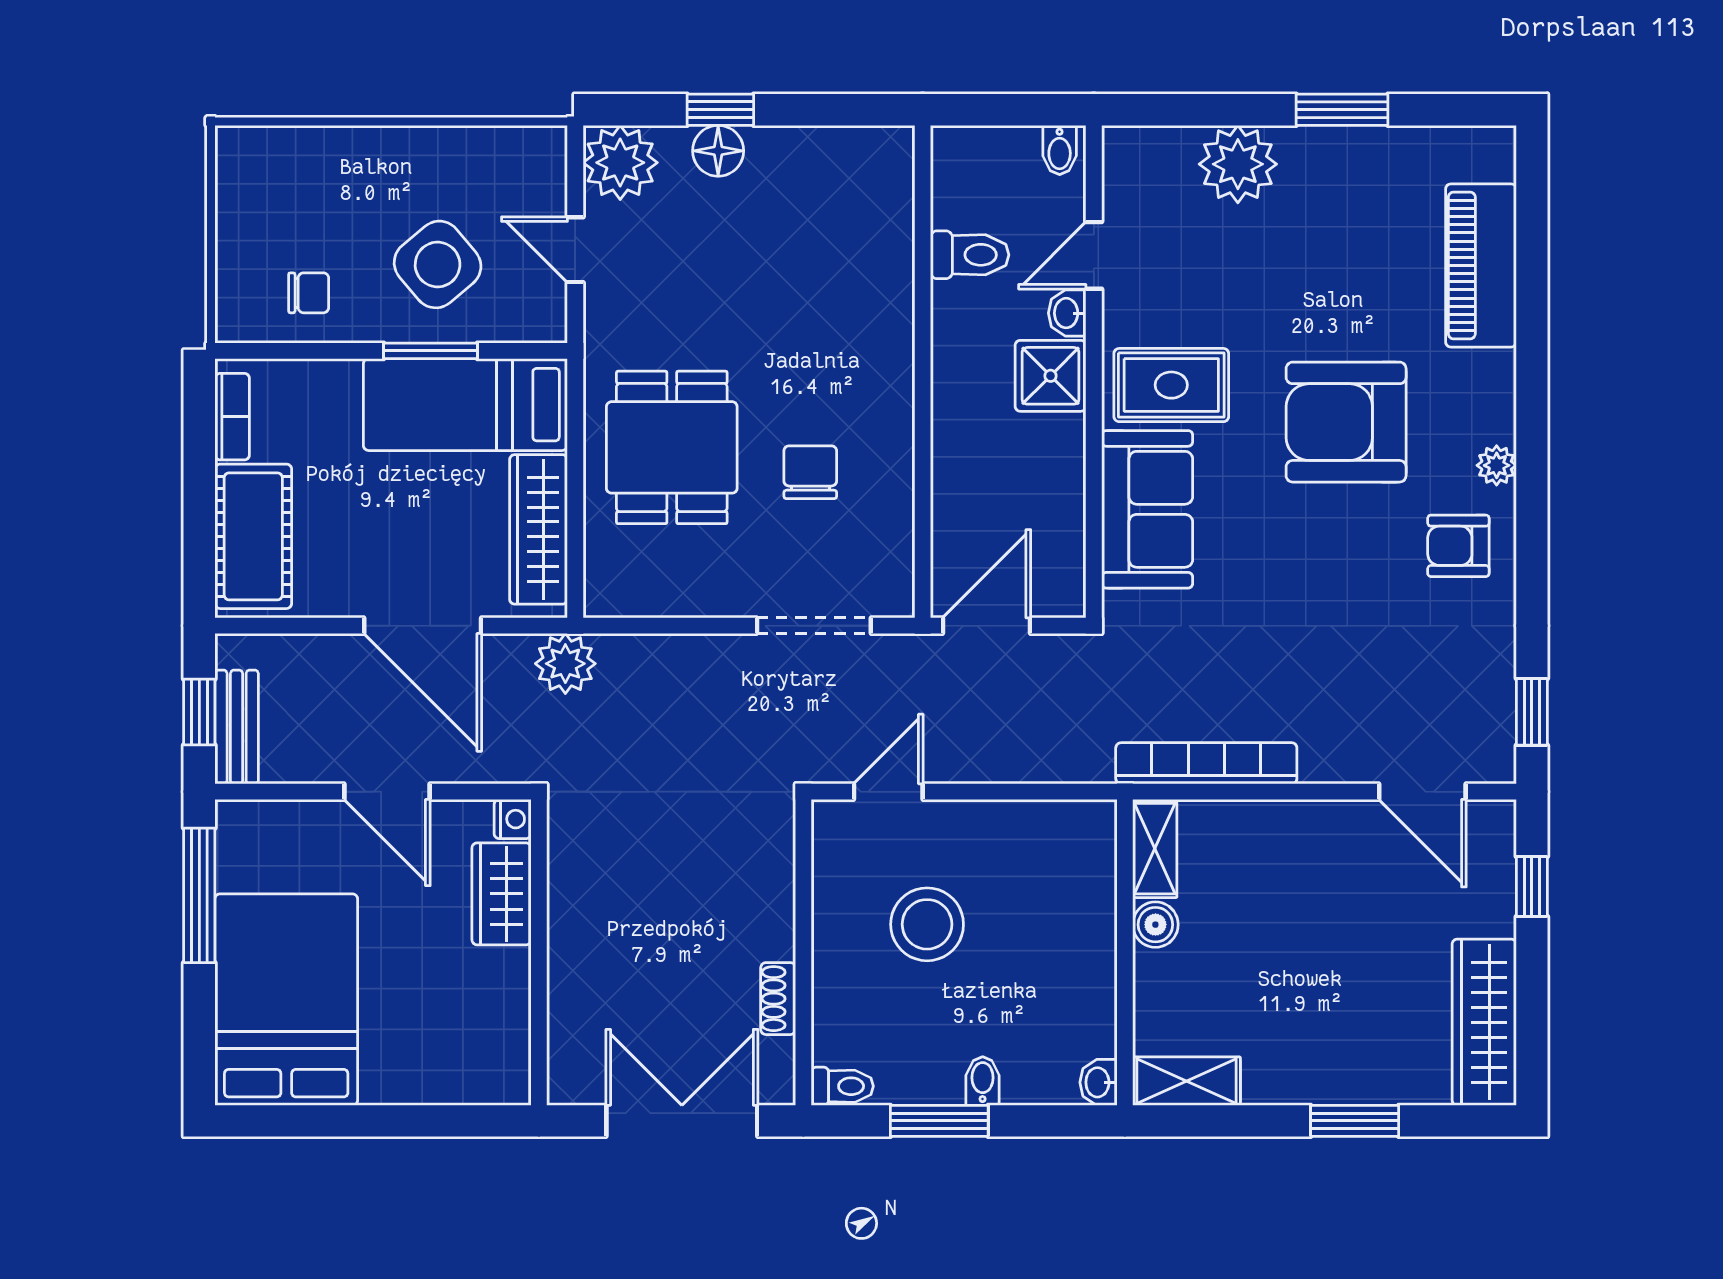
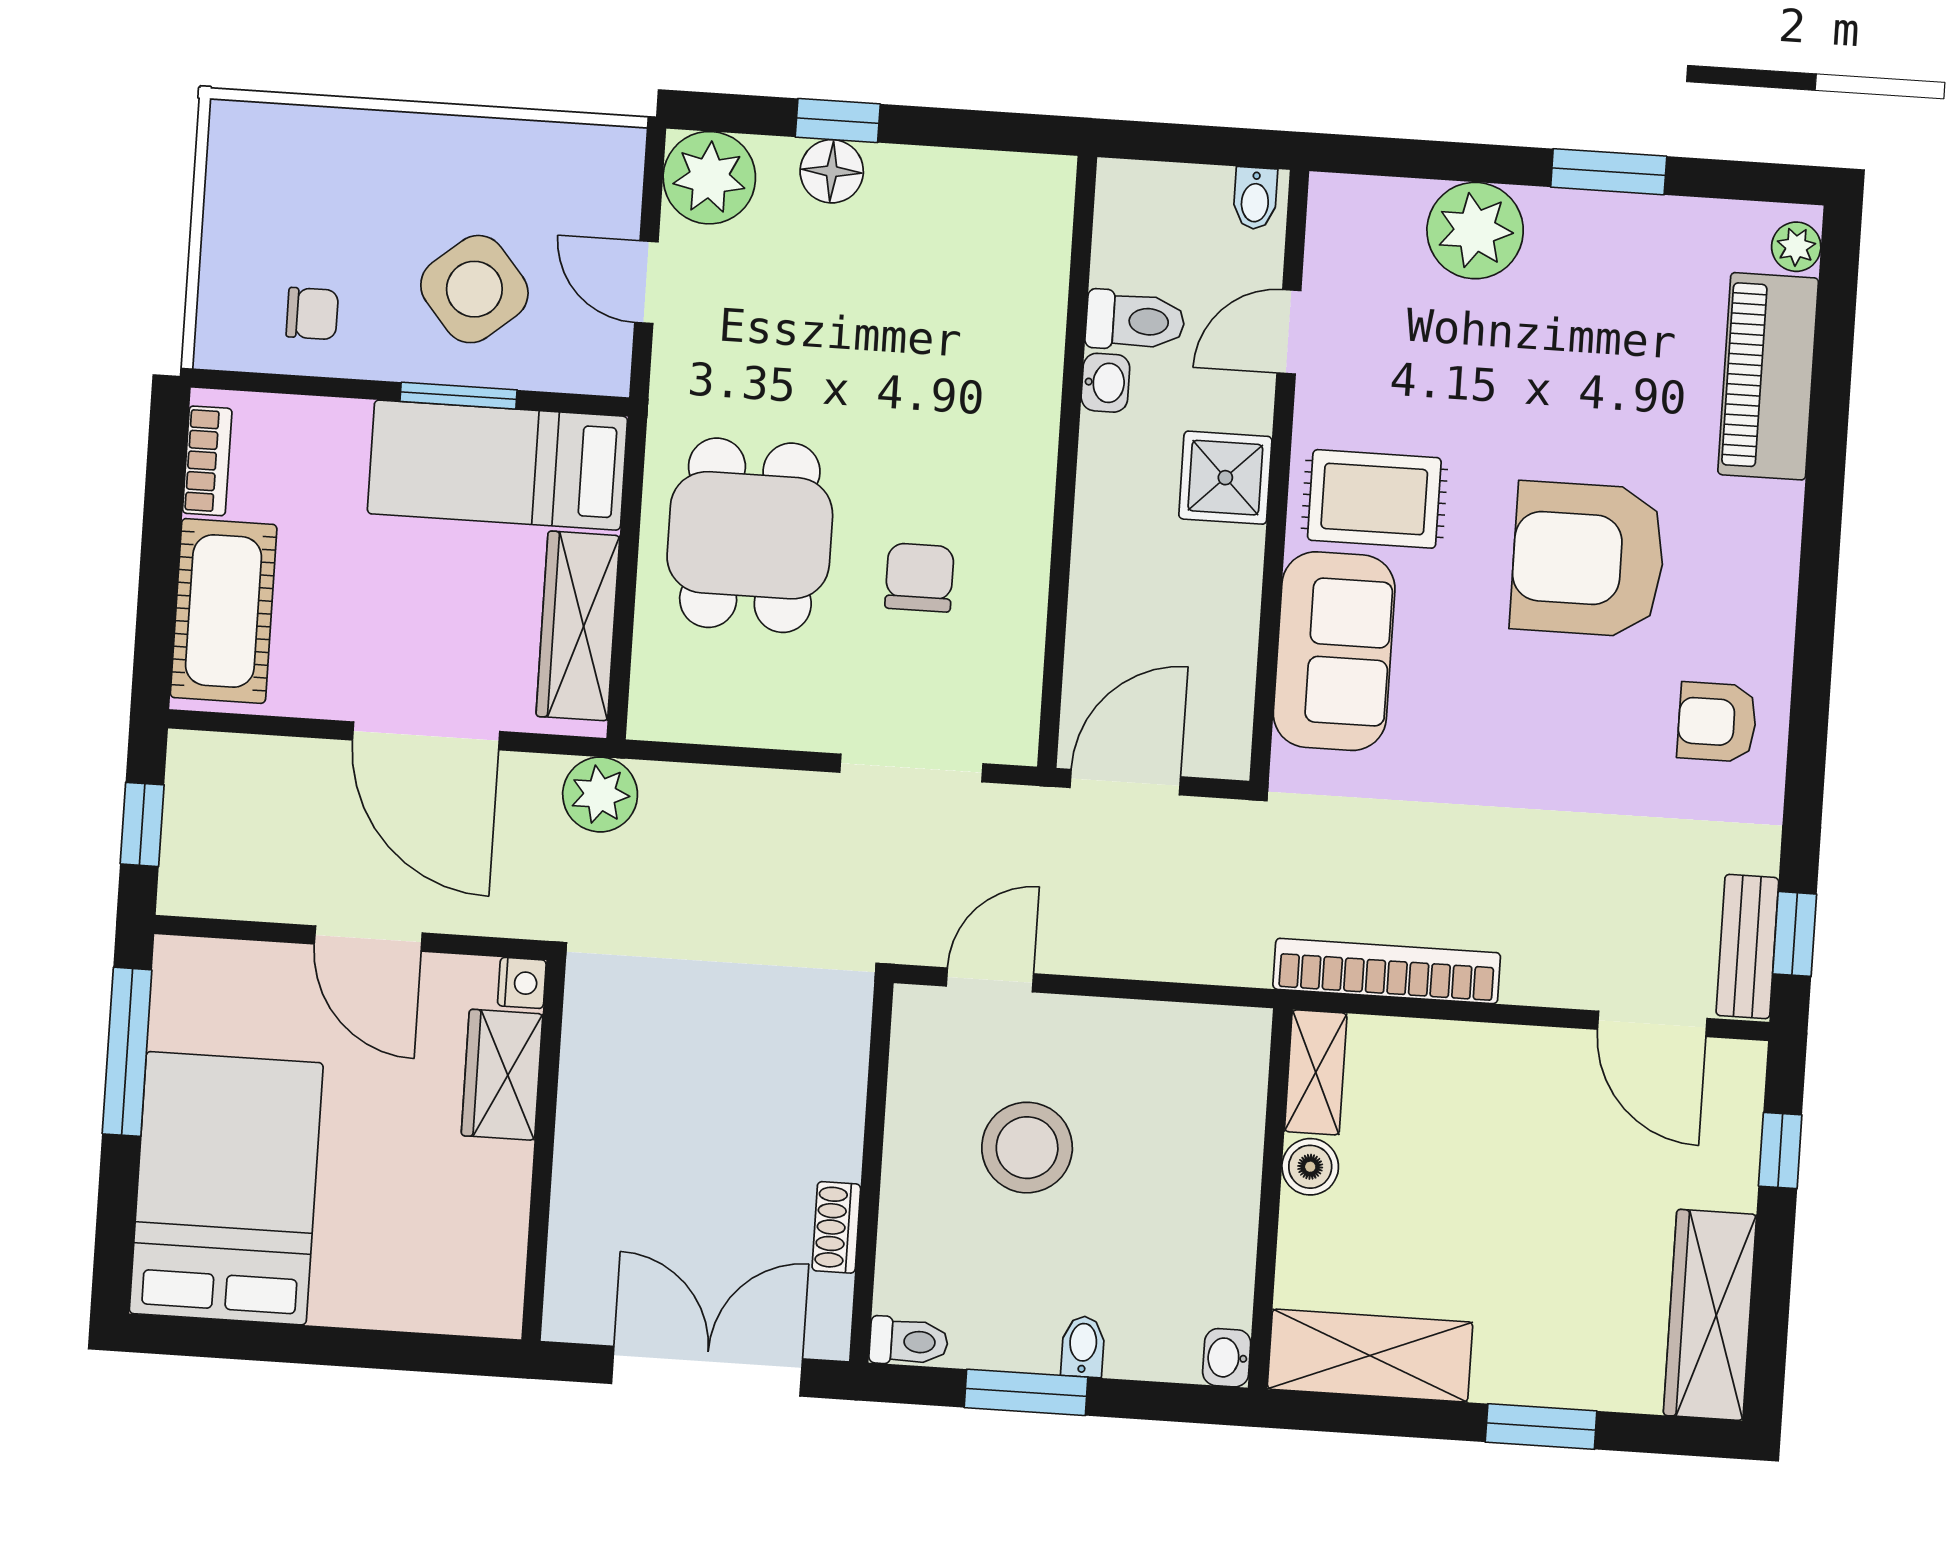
washbasin: (1067, 313) -> (1105, 383), moved, turned 180
plant: (1497, 465) -> (1796, 247), moved
bench: (237, 727) -> (1747, 947), moved
shelving: (1187, 1081) -> (1370, 1356), width x1.50, depth x1.33

